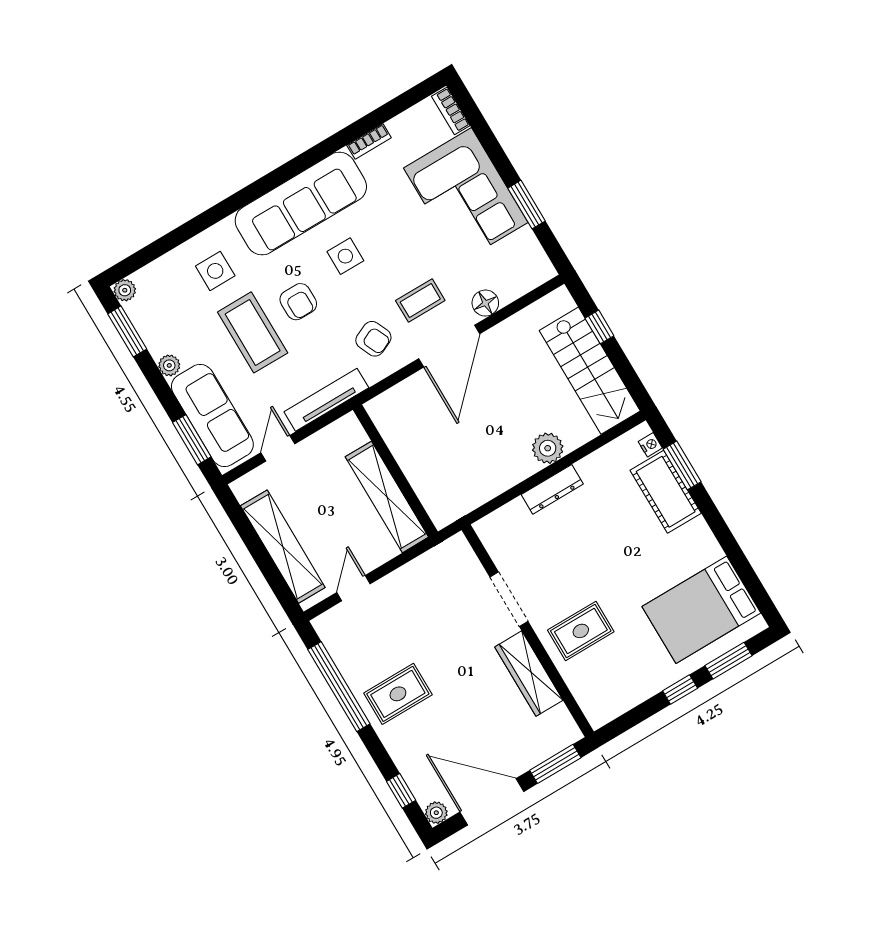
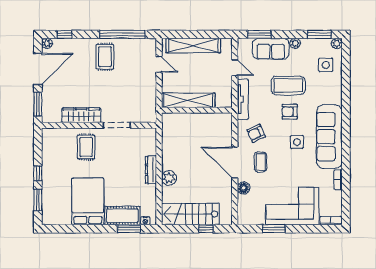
side table: (215, 271) -> (326, 65), moved
sofa: (212, 415) -> (271, 49), width x0.73
bed: (701, 610) -> (88, 201), moved

